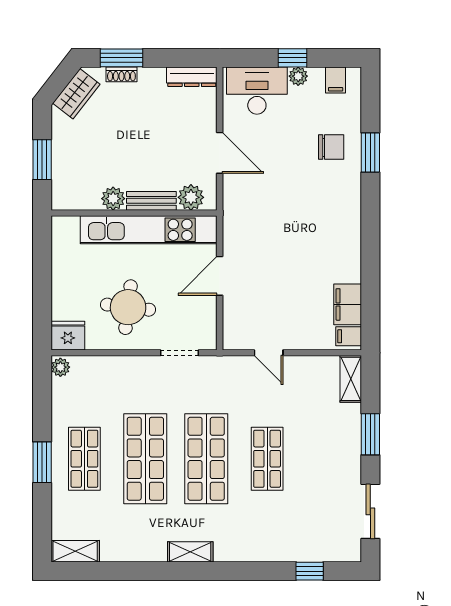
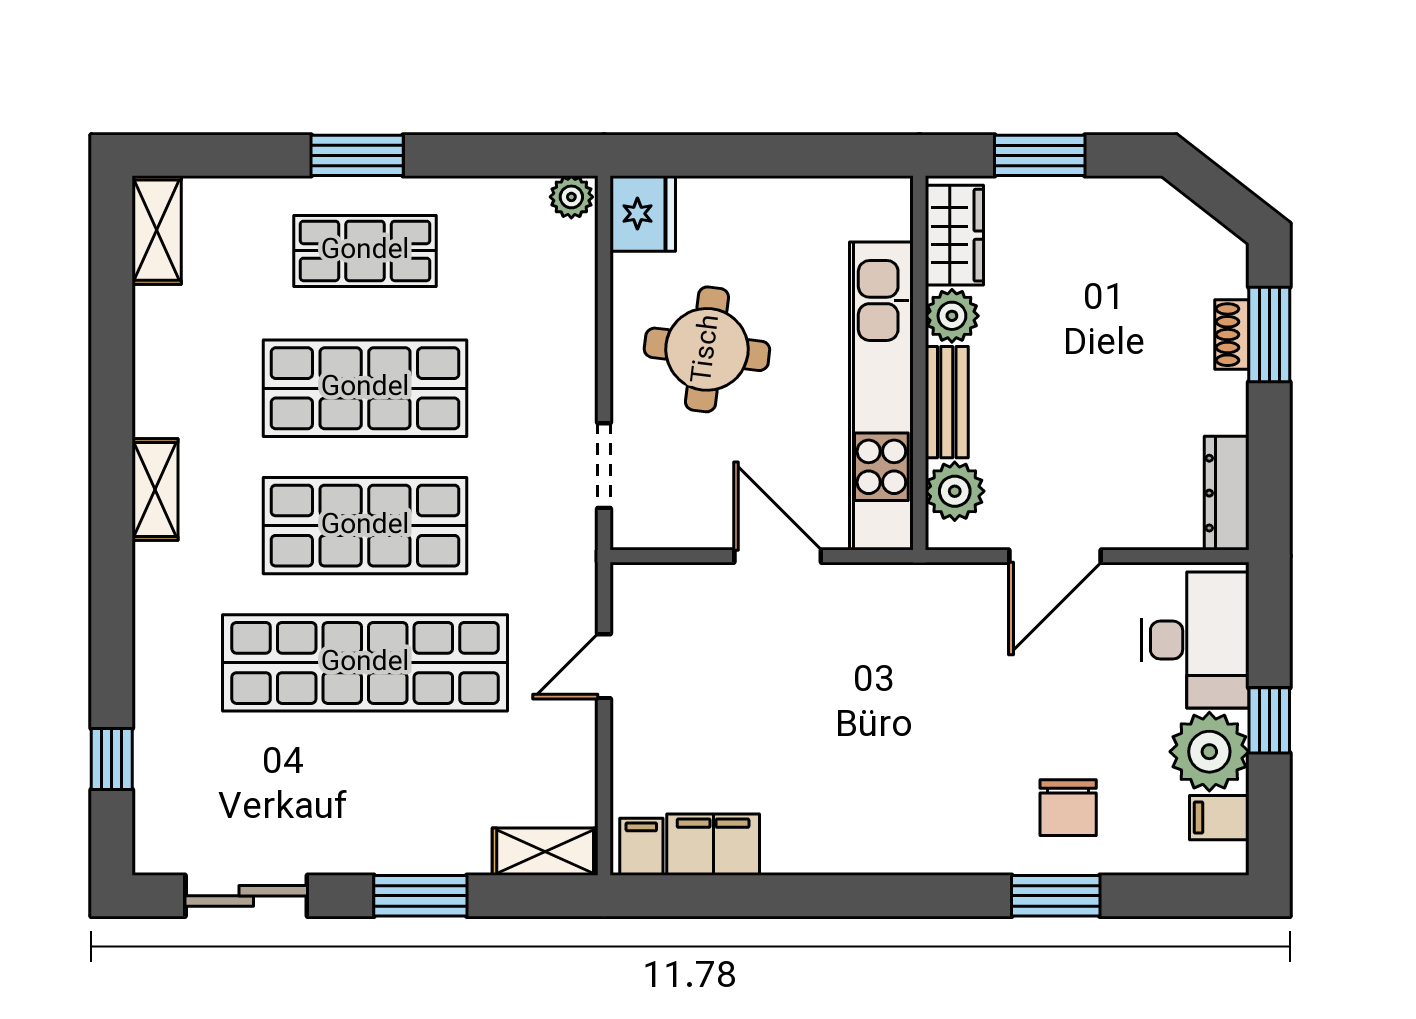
plant: (298, 76) -> (1209, 752), width x1.88, depth x1.88
wardrobe: (76, 94) -> (954, 235), moved, turned -128
shop shelf: (267, 459) -> (365, 663), width x2.00, depth x1.36

